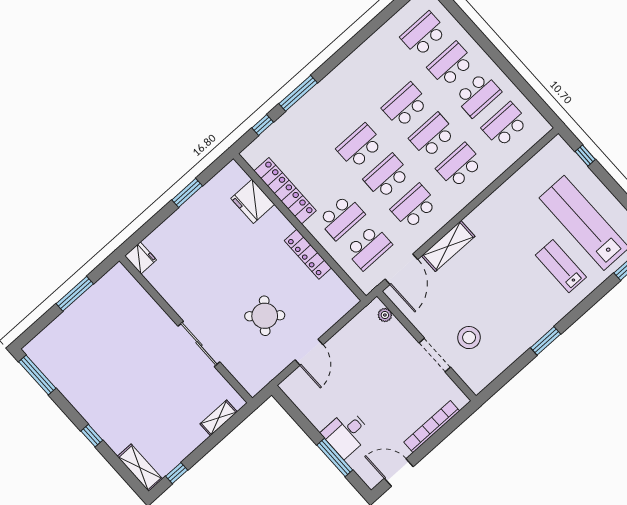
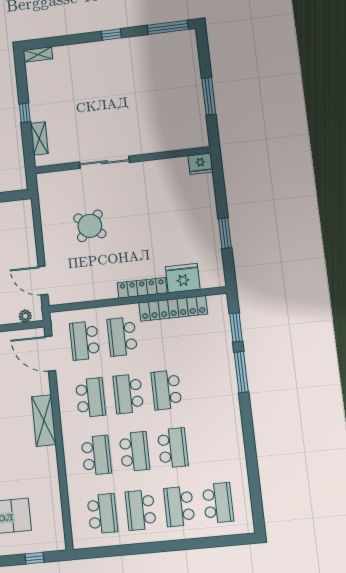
school desk: (451, 64) -> (179, 506), turned 180
window: (263, 125) -> (236, 327), width x1.50
school desk: (360, 146) -> (166, 390), turned 180
school desk: (387, 176) -> (128, 394), turned 180
shelving: (448, 246) -> (44, 421), moved
locker: (308, 254) -> (142, 288), moved
door: (309, 352) -> (43, 281), moved
window: (92, 436) -> (111, 34), moved
shelving: (140, 468) -> (38, 55), width x0.67, depth x0.75
window: (177, 473) -> (25, 113), moved

